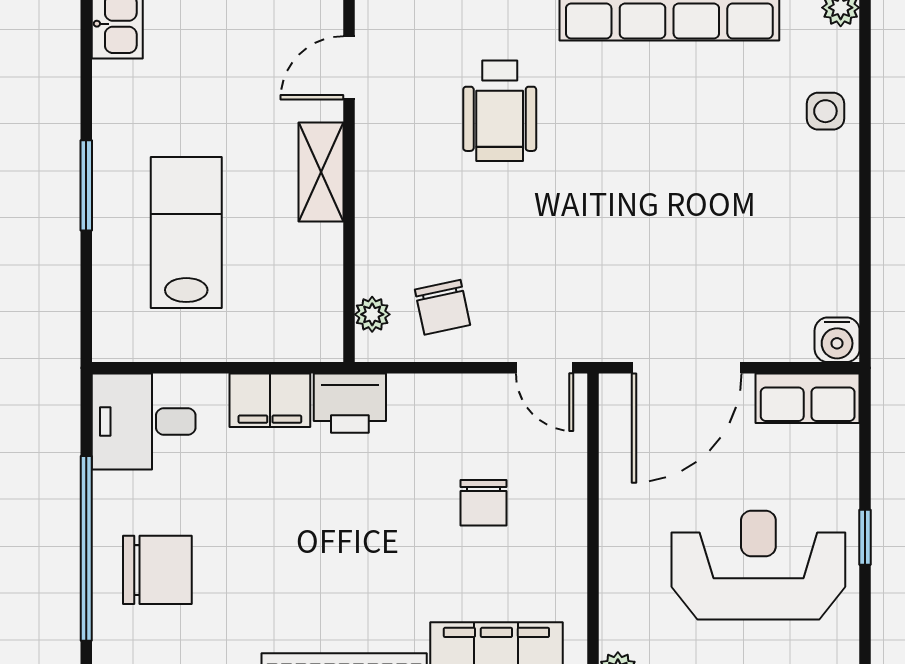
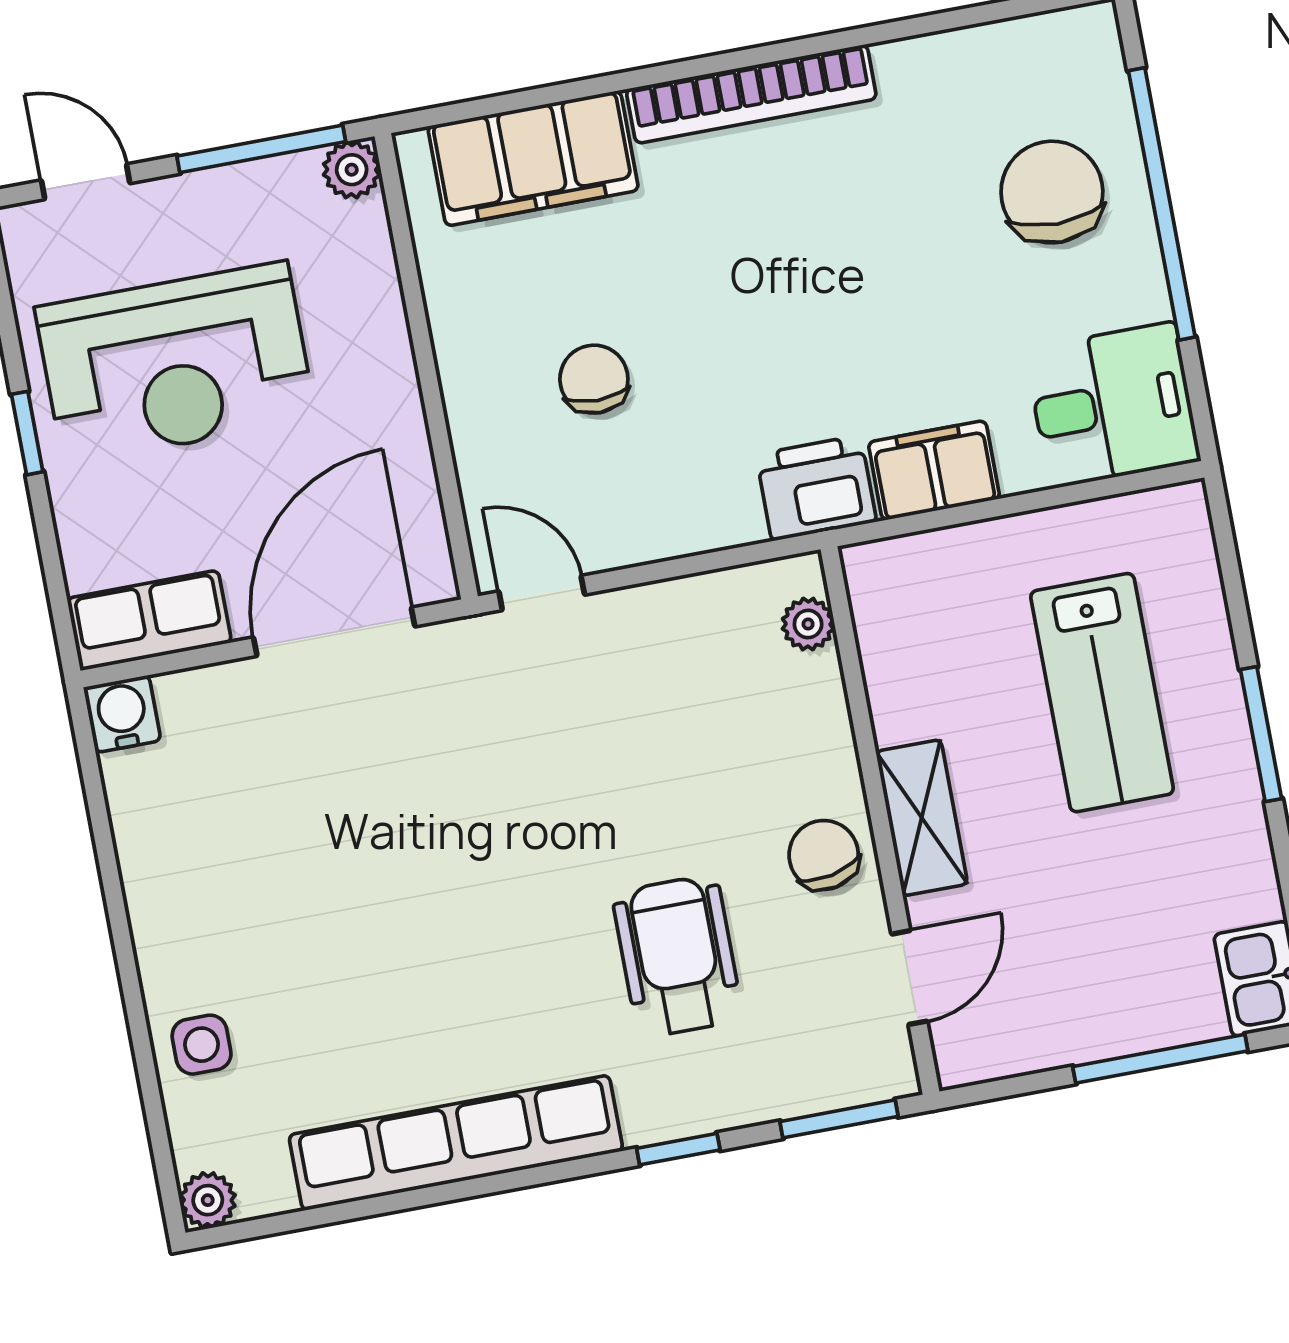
chair: (442, 307) -> (824, 855), moved
chair: (157, 570) -> (1052, 192), turned 90

